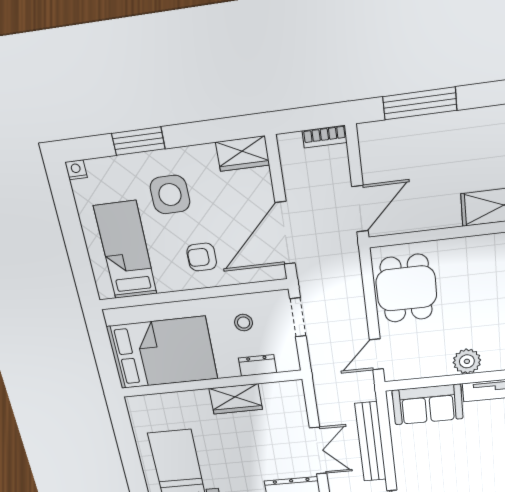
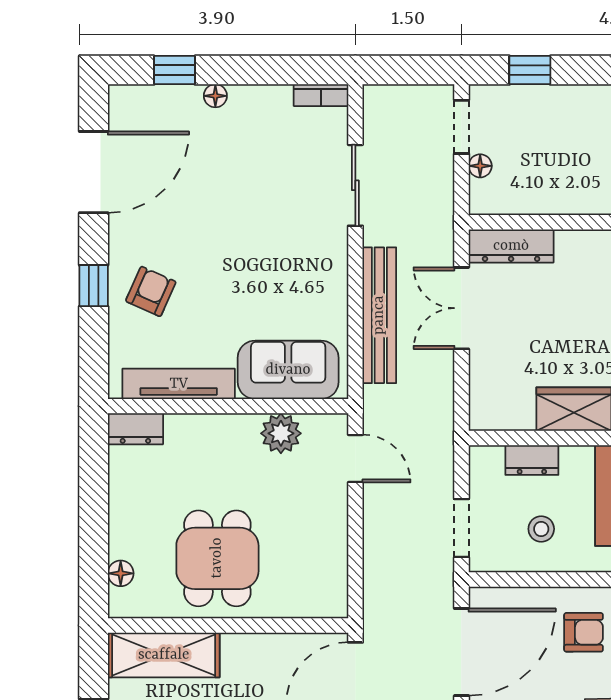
dining table: (406, 288) -> (217, 558), moved
door: (376, 354) -> (355, 459), hinge flipped
plant: (467, 361) -> (281, 433), moved

